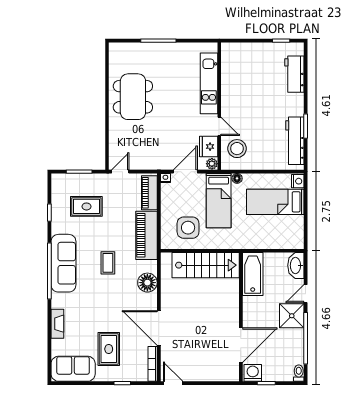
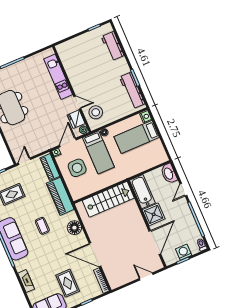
side table: (188, 228) -> (77, 168), moved
shower: (292, 316) -> (154, 214), moved
washing machine: (253, 373) -> (184, 252), moved
door: (173, 383) -> (146, 276), moved

